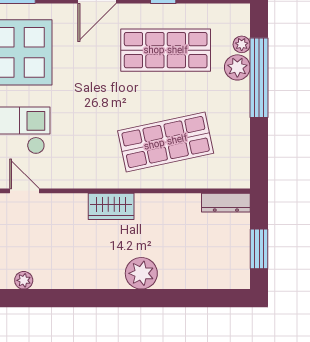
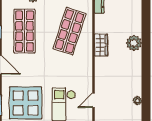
shop shelf: (166, 142) -> (70, 31), turned 30
wardrobe: (111, 206) -> (101, 45), moved

